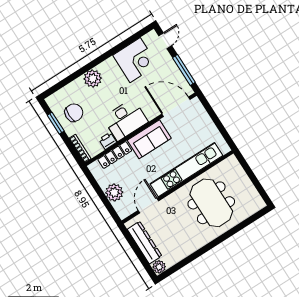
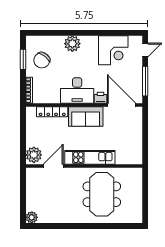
chair: (74, 113) -> (42, 60), turned 127
printer: (108, 141) -> (101, 98), moved
kitchen unit: (186, 170) -> (90, 157), width x0.73
plant: (114, 192) -> (34, 155), moved
dresser: (145, 243) -> (32, 192), removed

